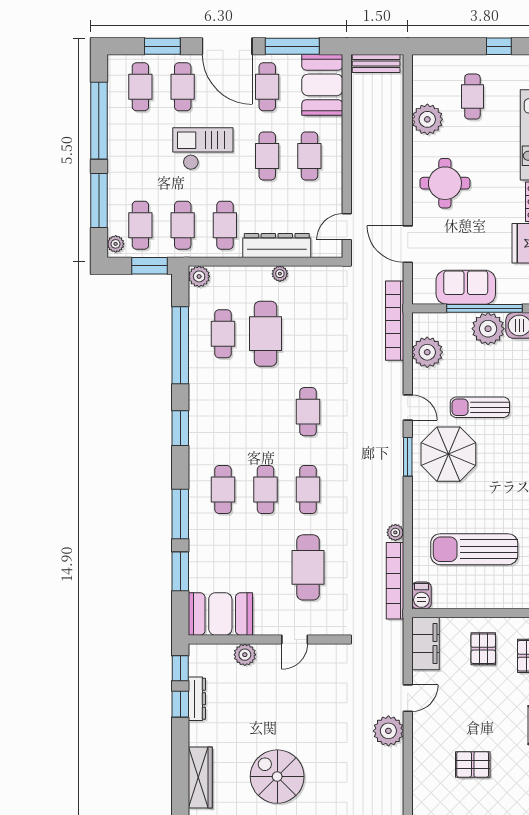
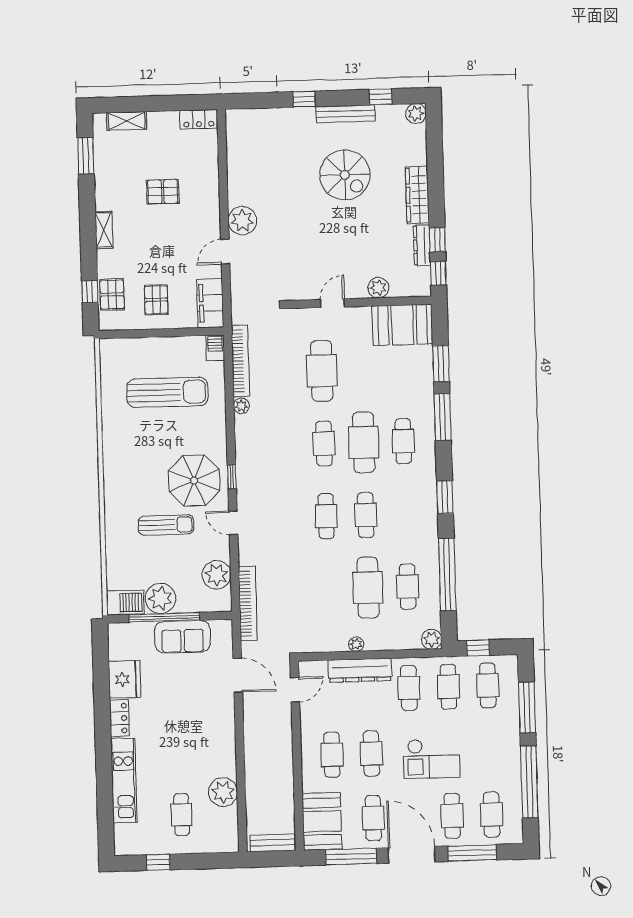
window: (162, 46) -> (472, 853), width x1.44
round table: (445, 183) -> (205, 733), removed
plant: (116, 244) -> (510, 667), removed
window: (149, 266) -> (478, 648), width x0.67
cafe table: (266, 412) -> (366, 515), added
window: (408, 457) -> (232, 477), width x0.67
cafe table: (266, 490) -> (364, 442), width x1.37, depth x1.35
wardrobe: (200, 778) -> (417, 195), moved

